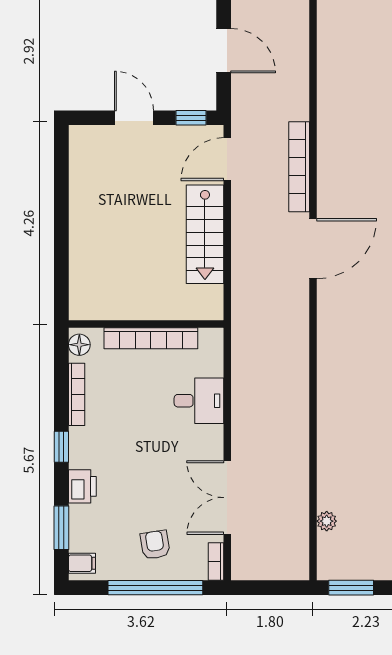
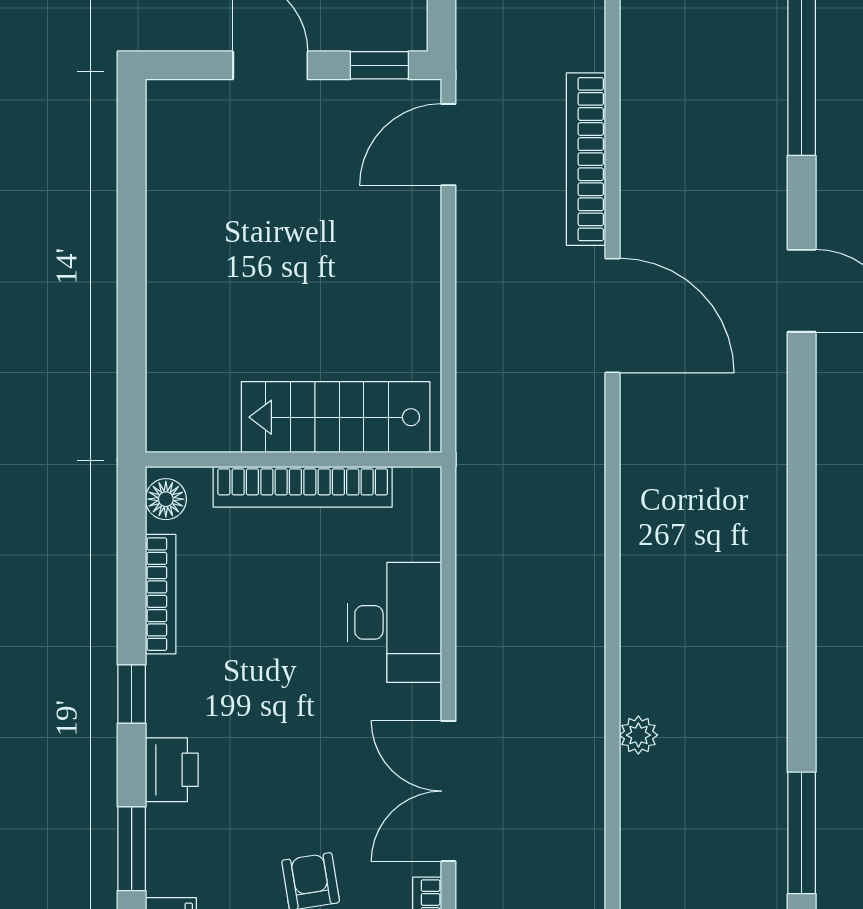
stairs: (205, 234) -> (336, 417), moved, turned 90
door: (313, 249) -> (612, 316), hinge flipped
desk: (199, 401) -> (394, 622), width x1.37
plant: (327, 521) -> (638, 735), moved

